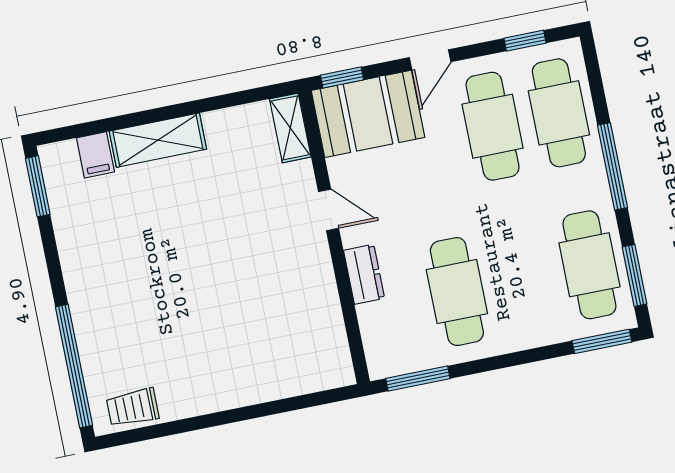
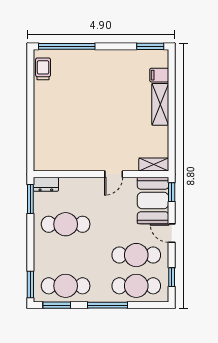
dresser: (364, 274) -> (46, 184), moved

